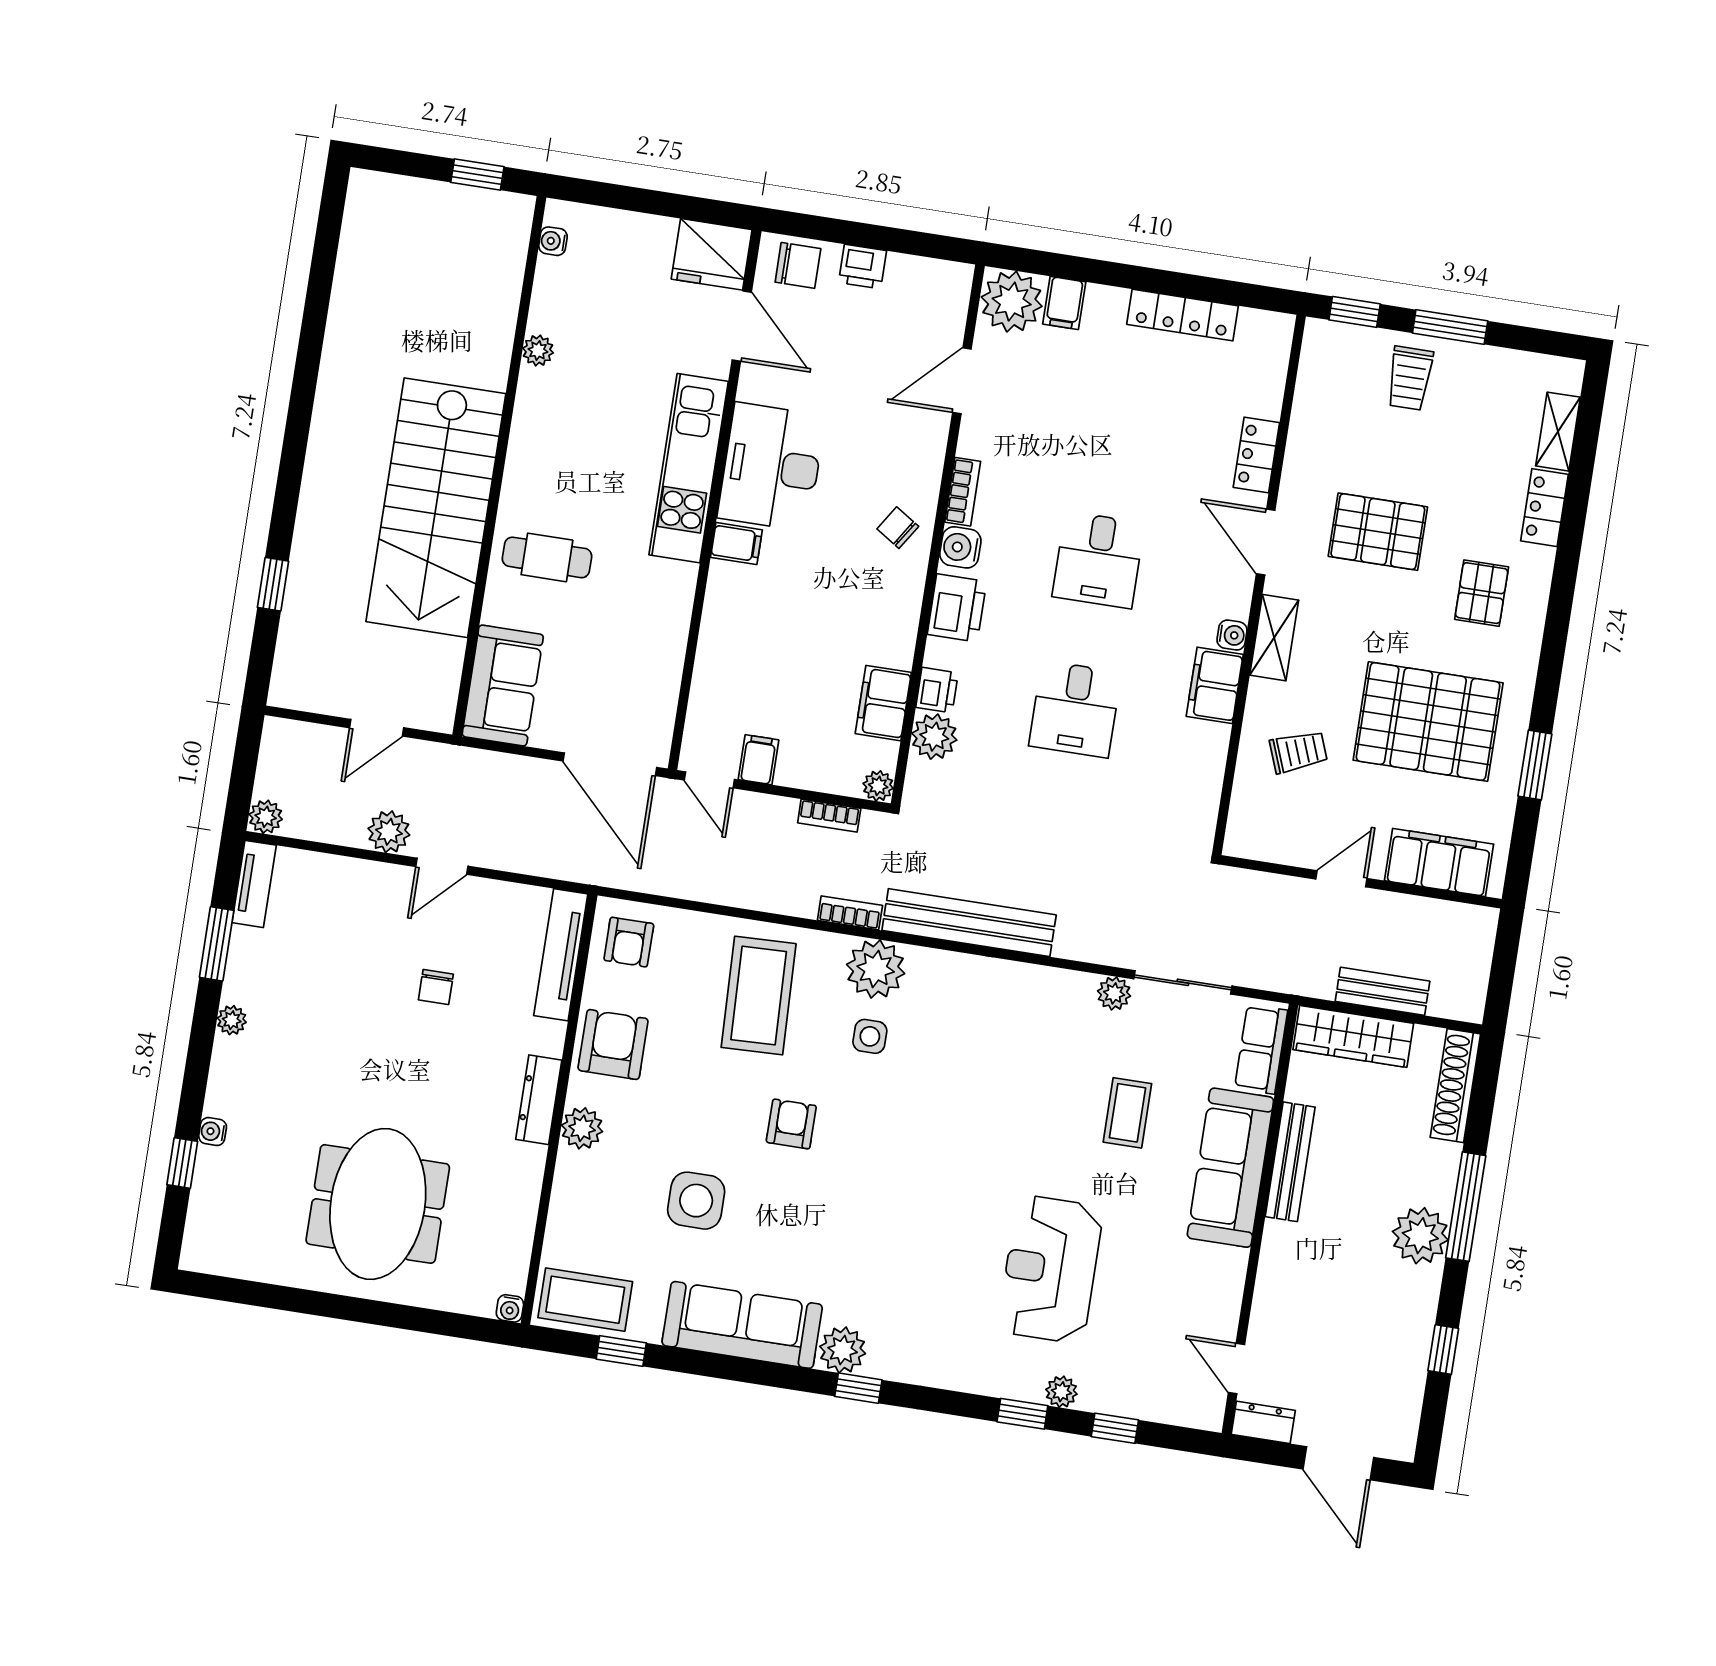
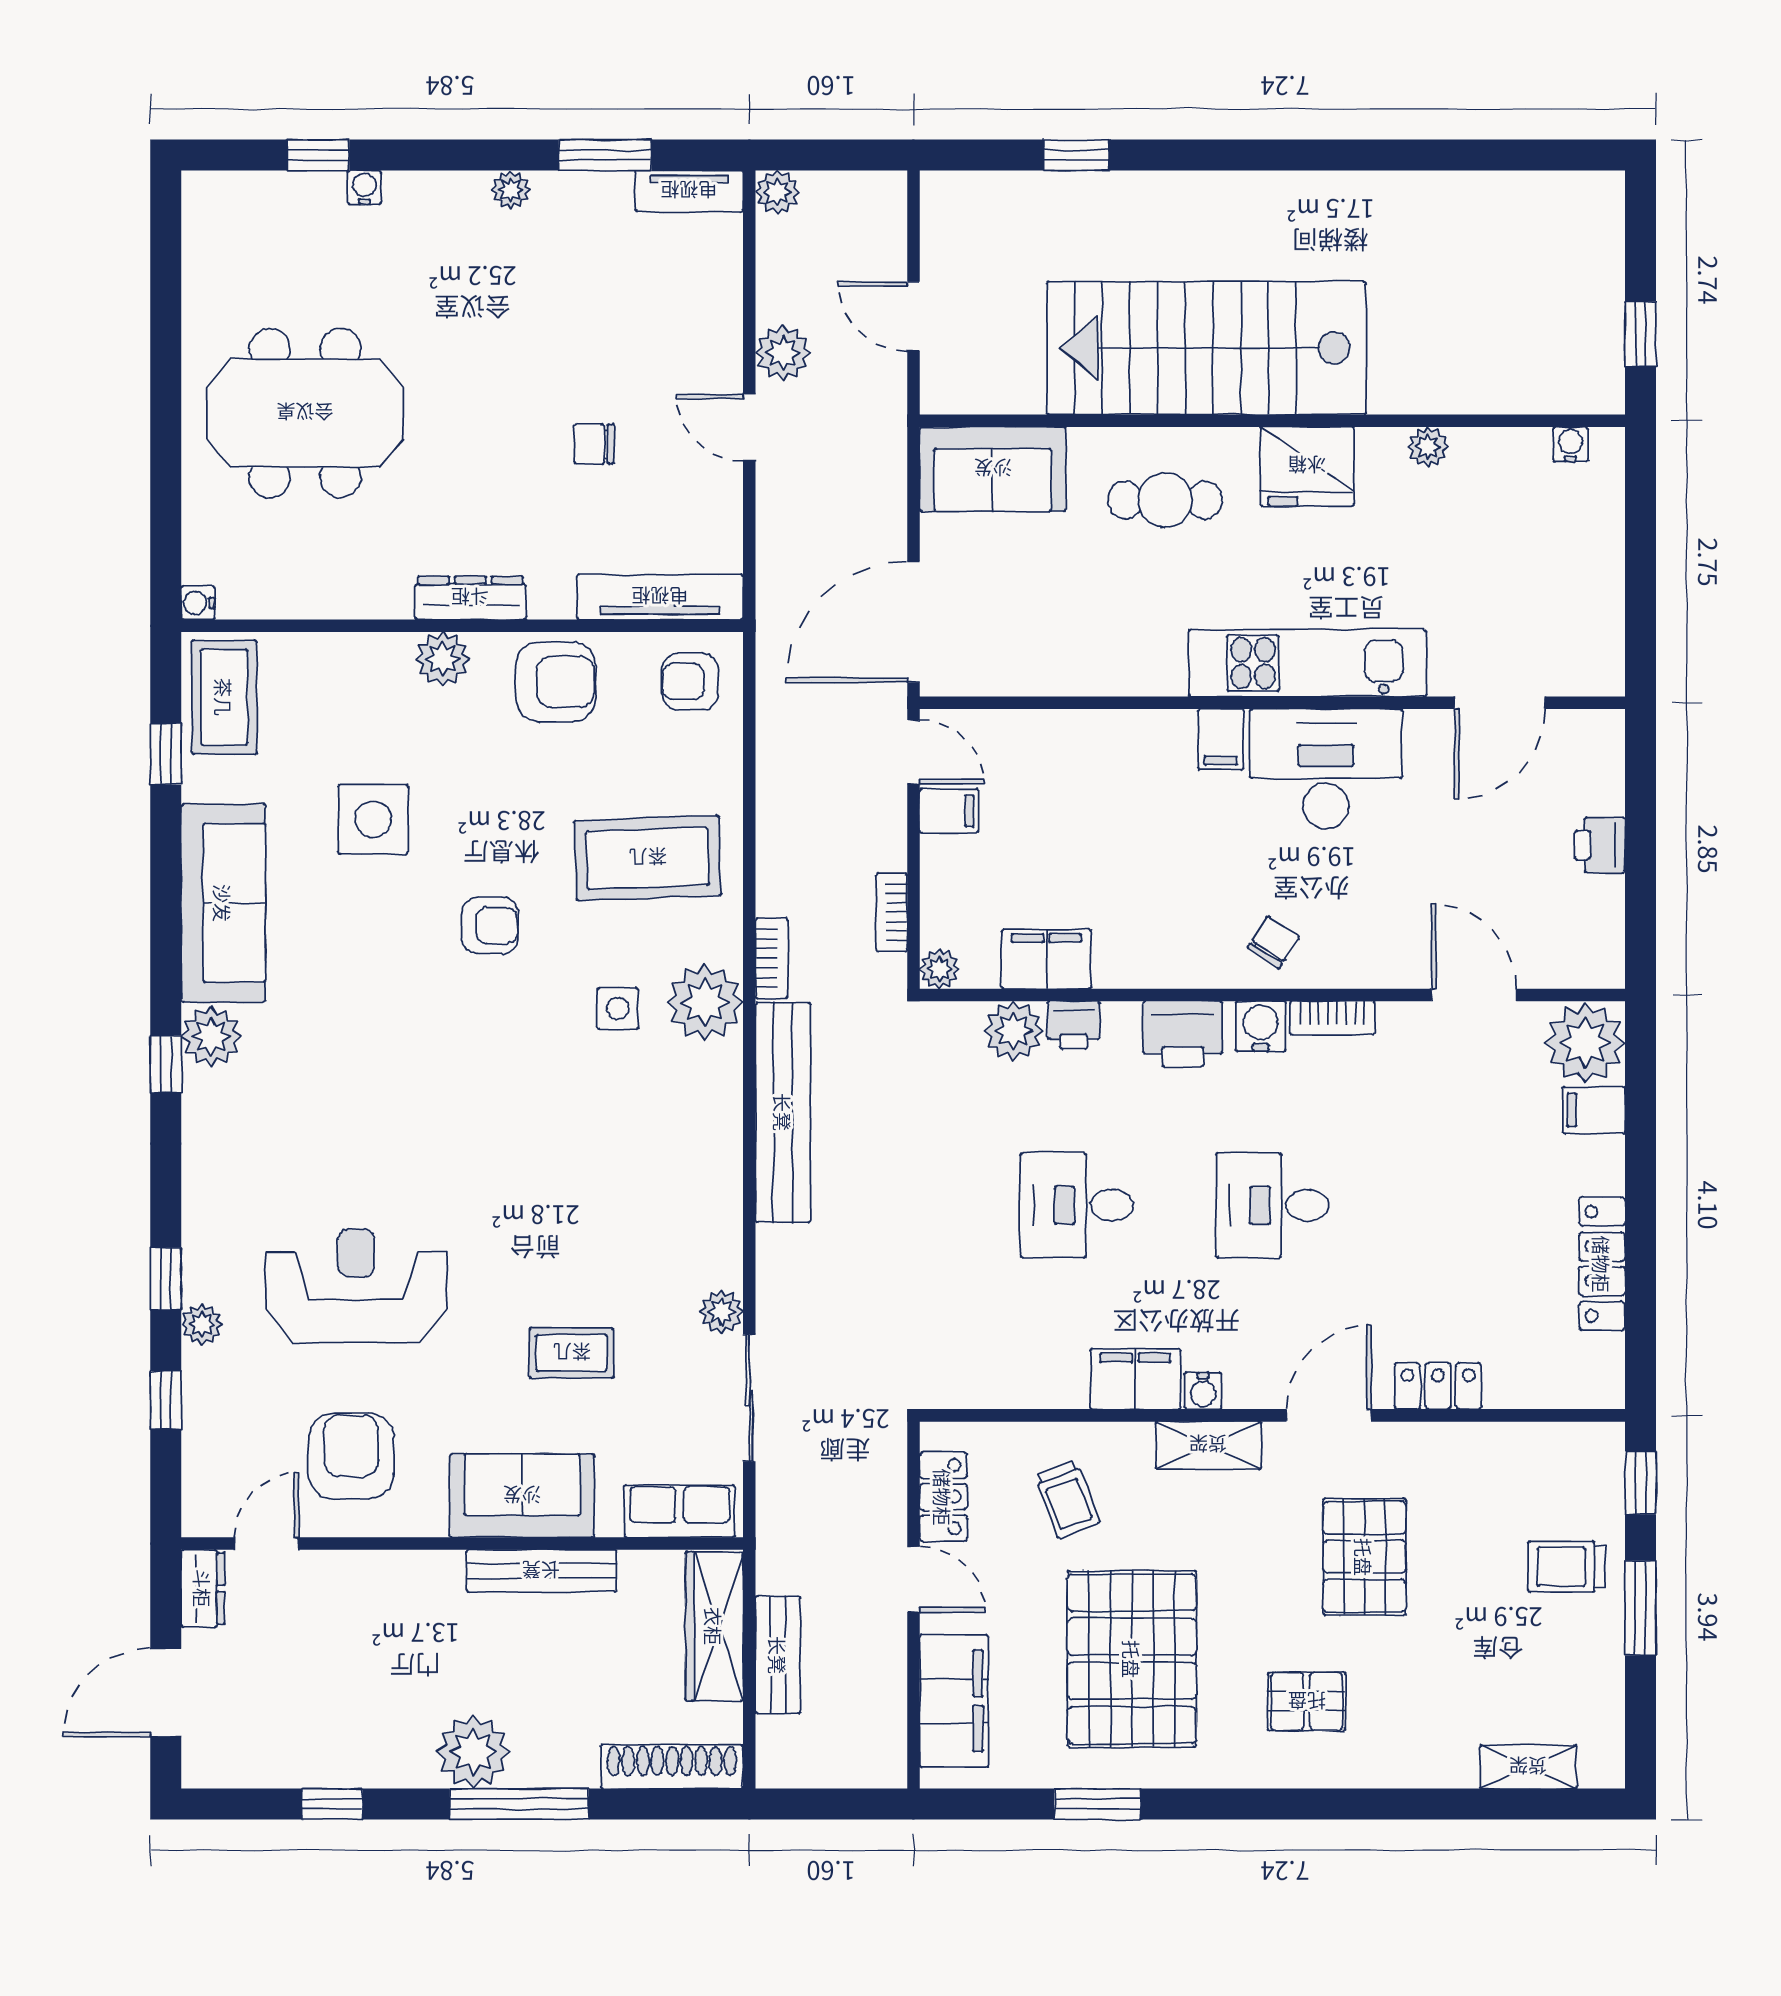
fridge: (712, 254) -> (1307, 466), moved, turned -90
chair: (798, 265) -> (1589, 762), removed
locker: (1544, 508) -> (943, 1497), moved, turned 90
cafe table: (547, 557) -> (1165, 500), turned 90
door: (709, 780) -> (913, 752), swing flipped
sofa: (1230, 1168) -> (522, 1496), width x0.73
armchair: (1180, 1293) -> (351, 1456), added

